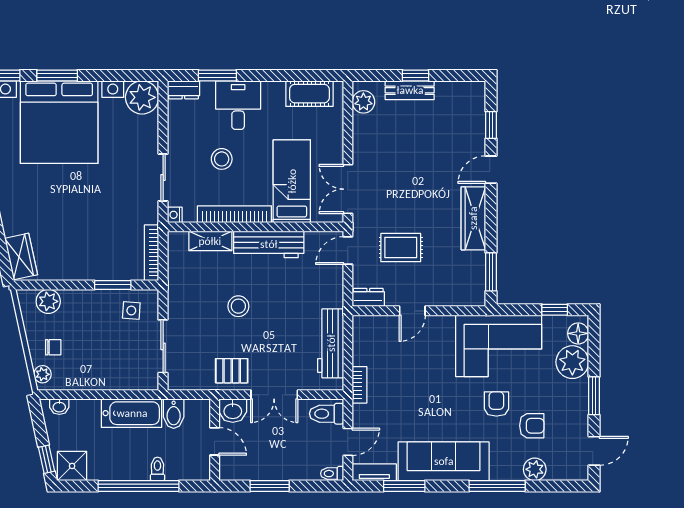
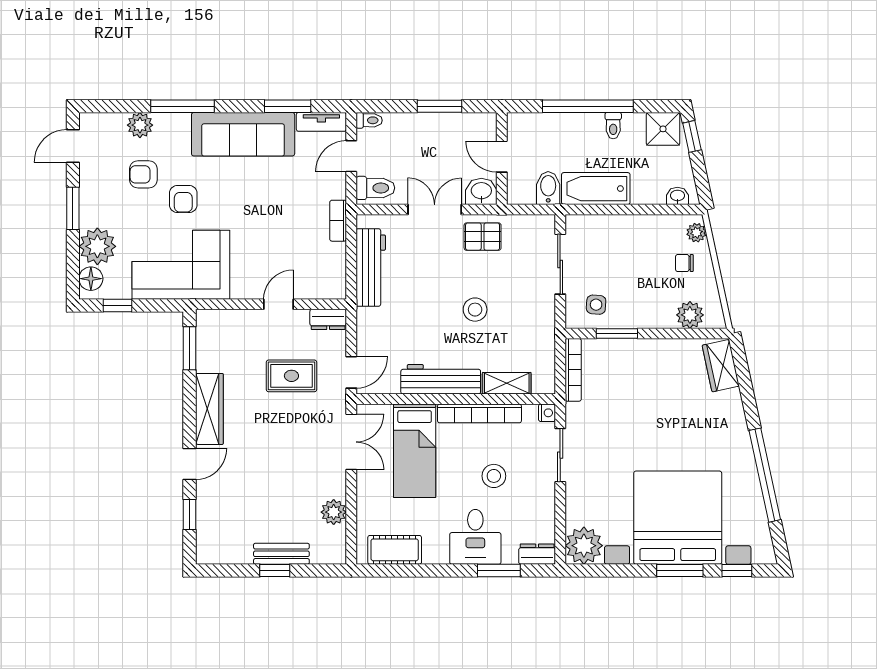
plant: (363, 102) -> (334, 512), moved
toilet: (157, 469) -> (613, 126), moved

